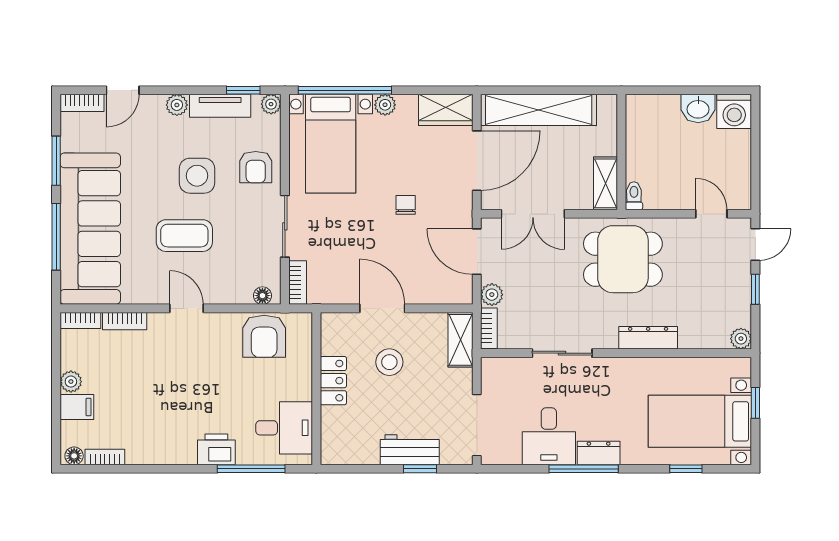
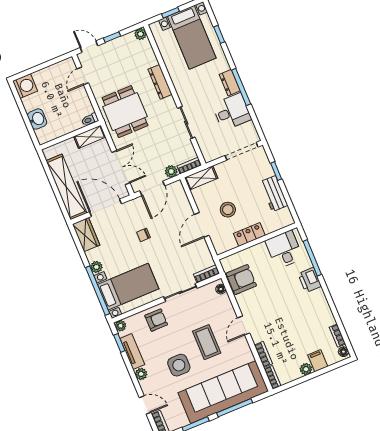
washbasin: (698, 108) -> (37, 119), moved
side table: (197, 176) -> (179, 365), moved
workbench: (410, 450) -> (274, 194), moved

